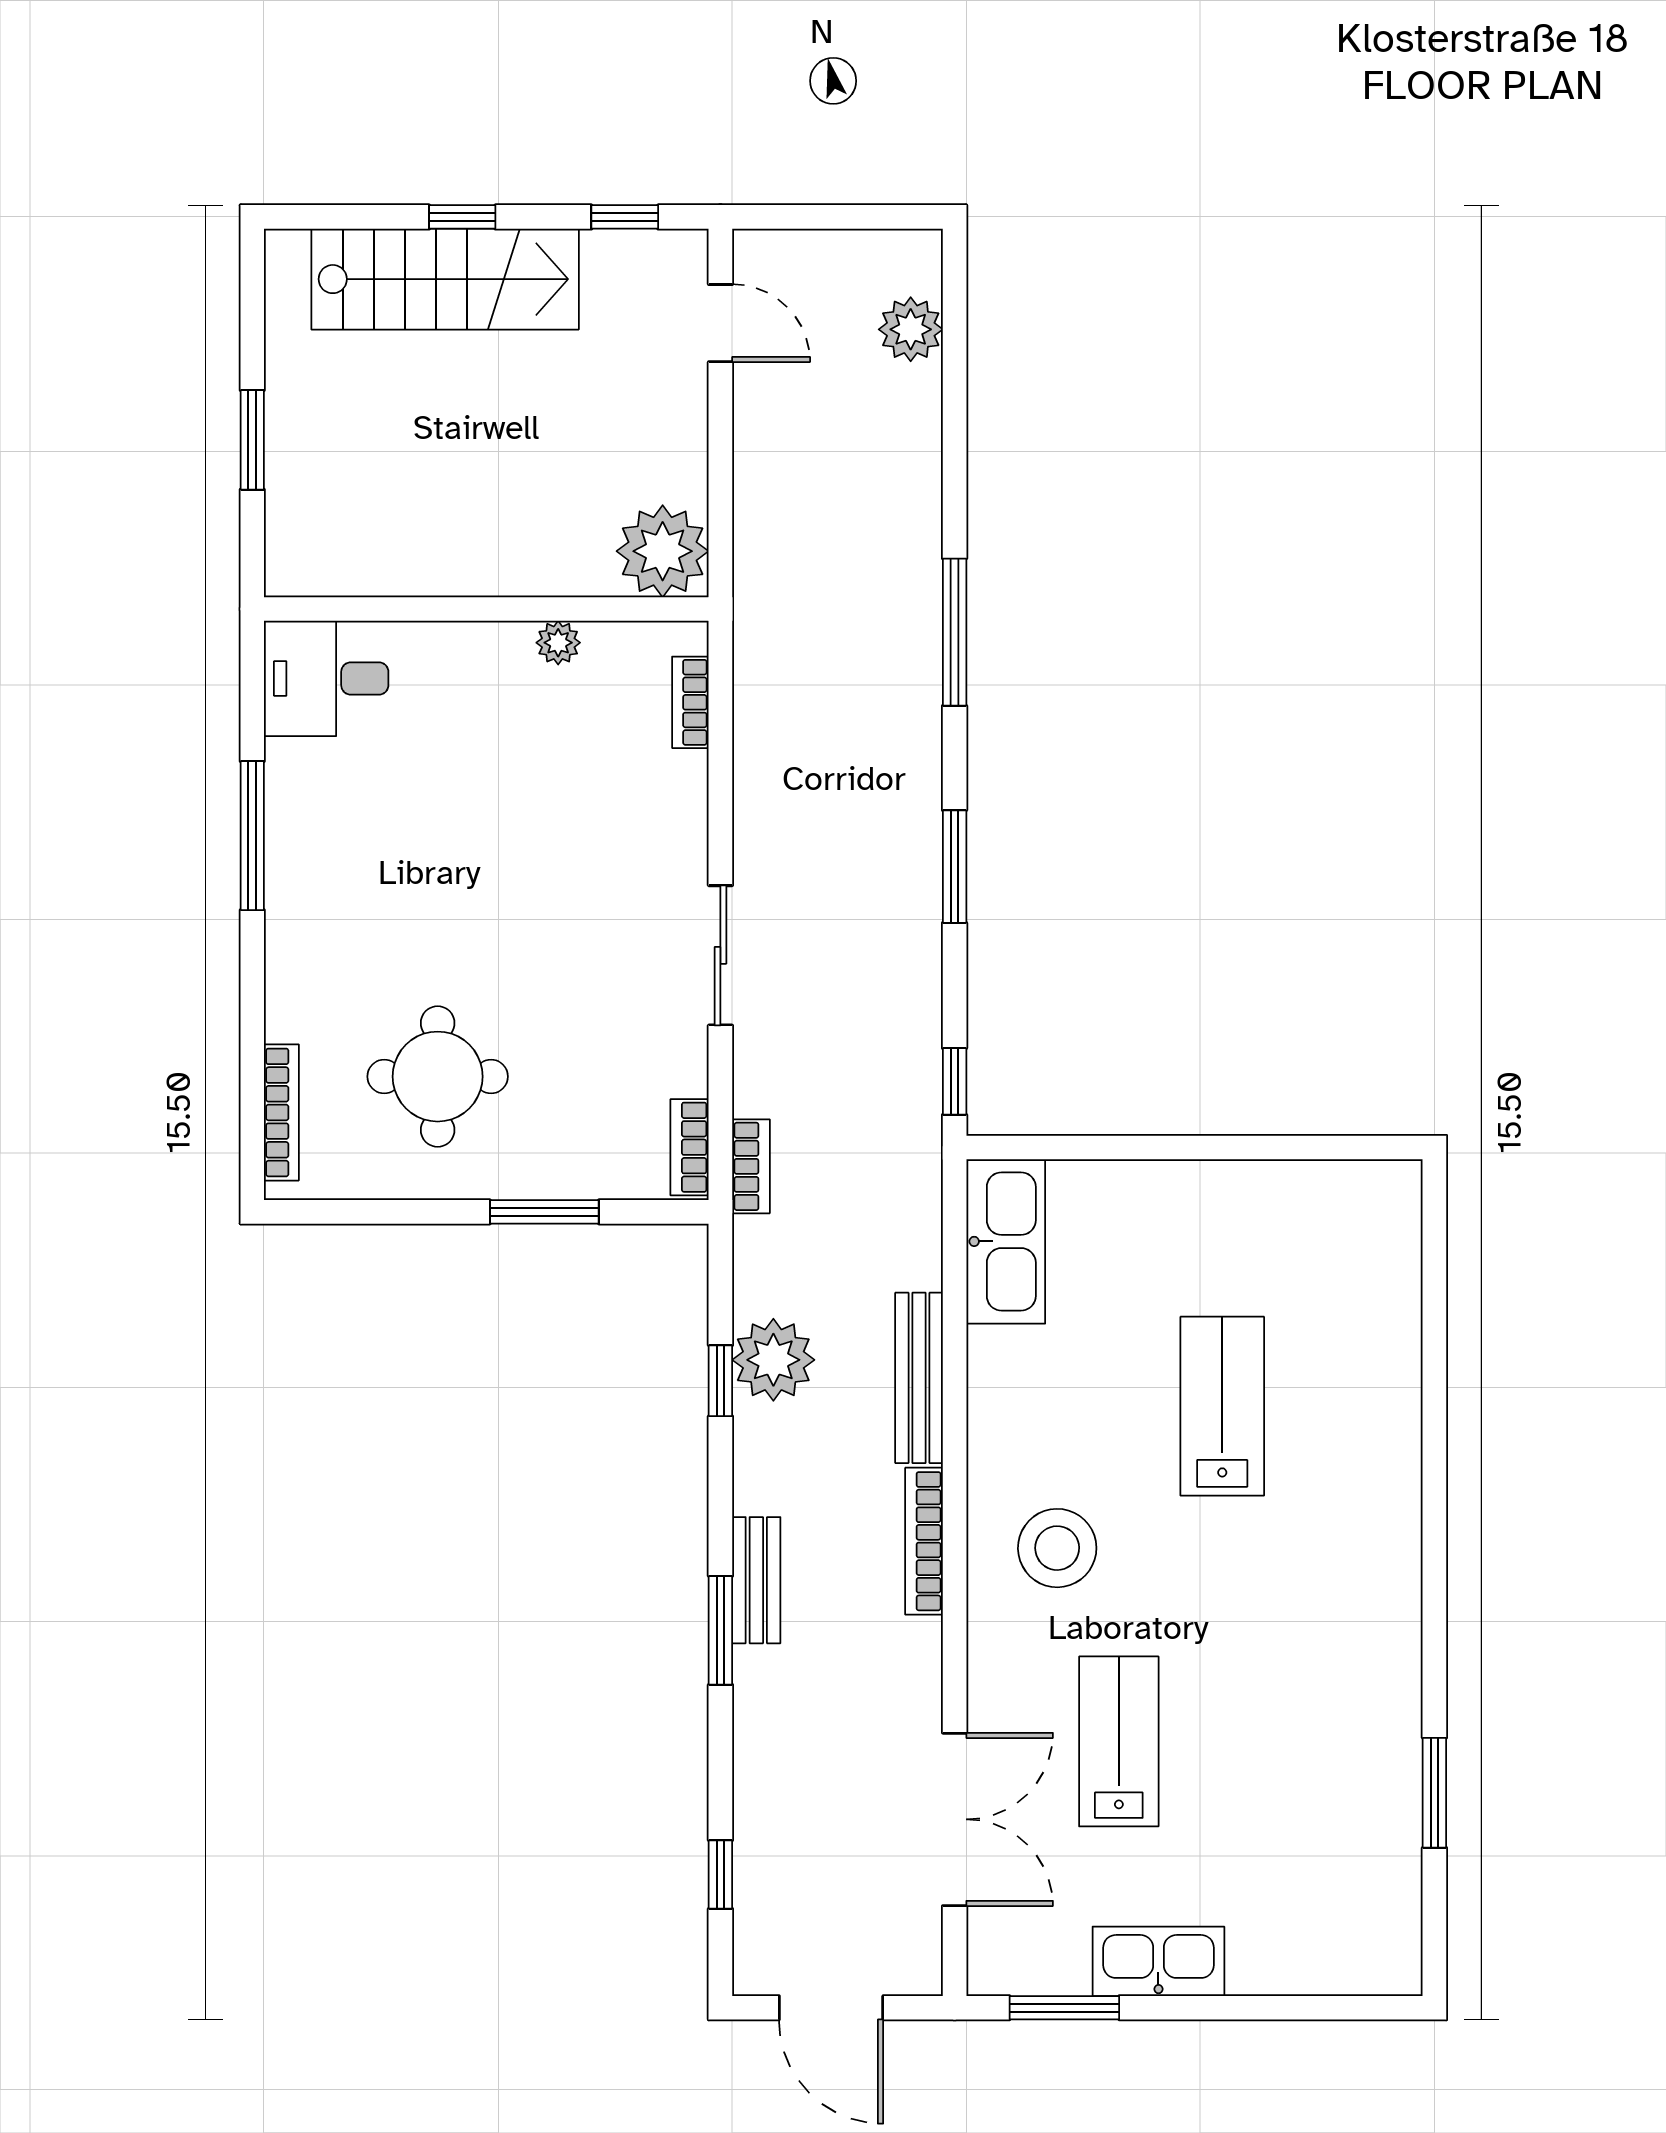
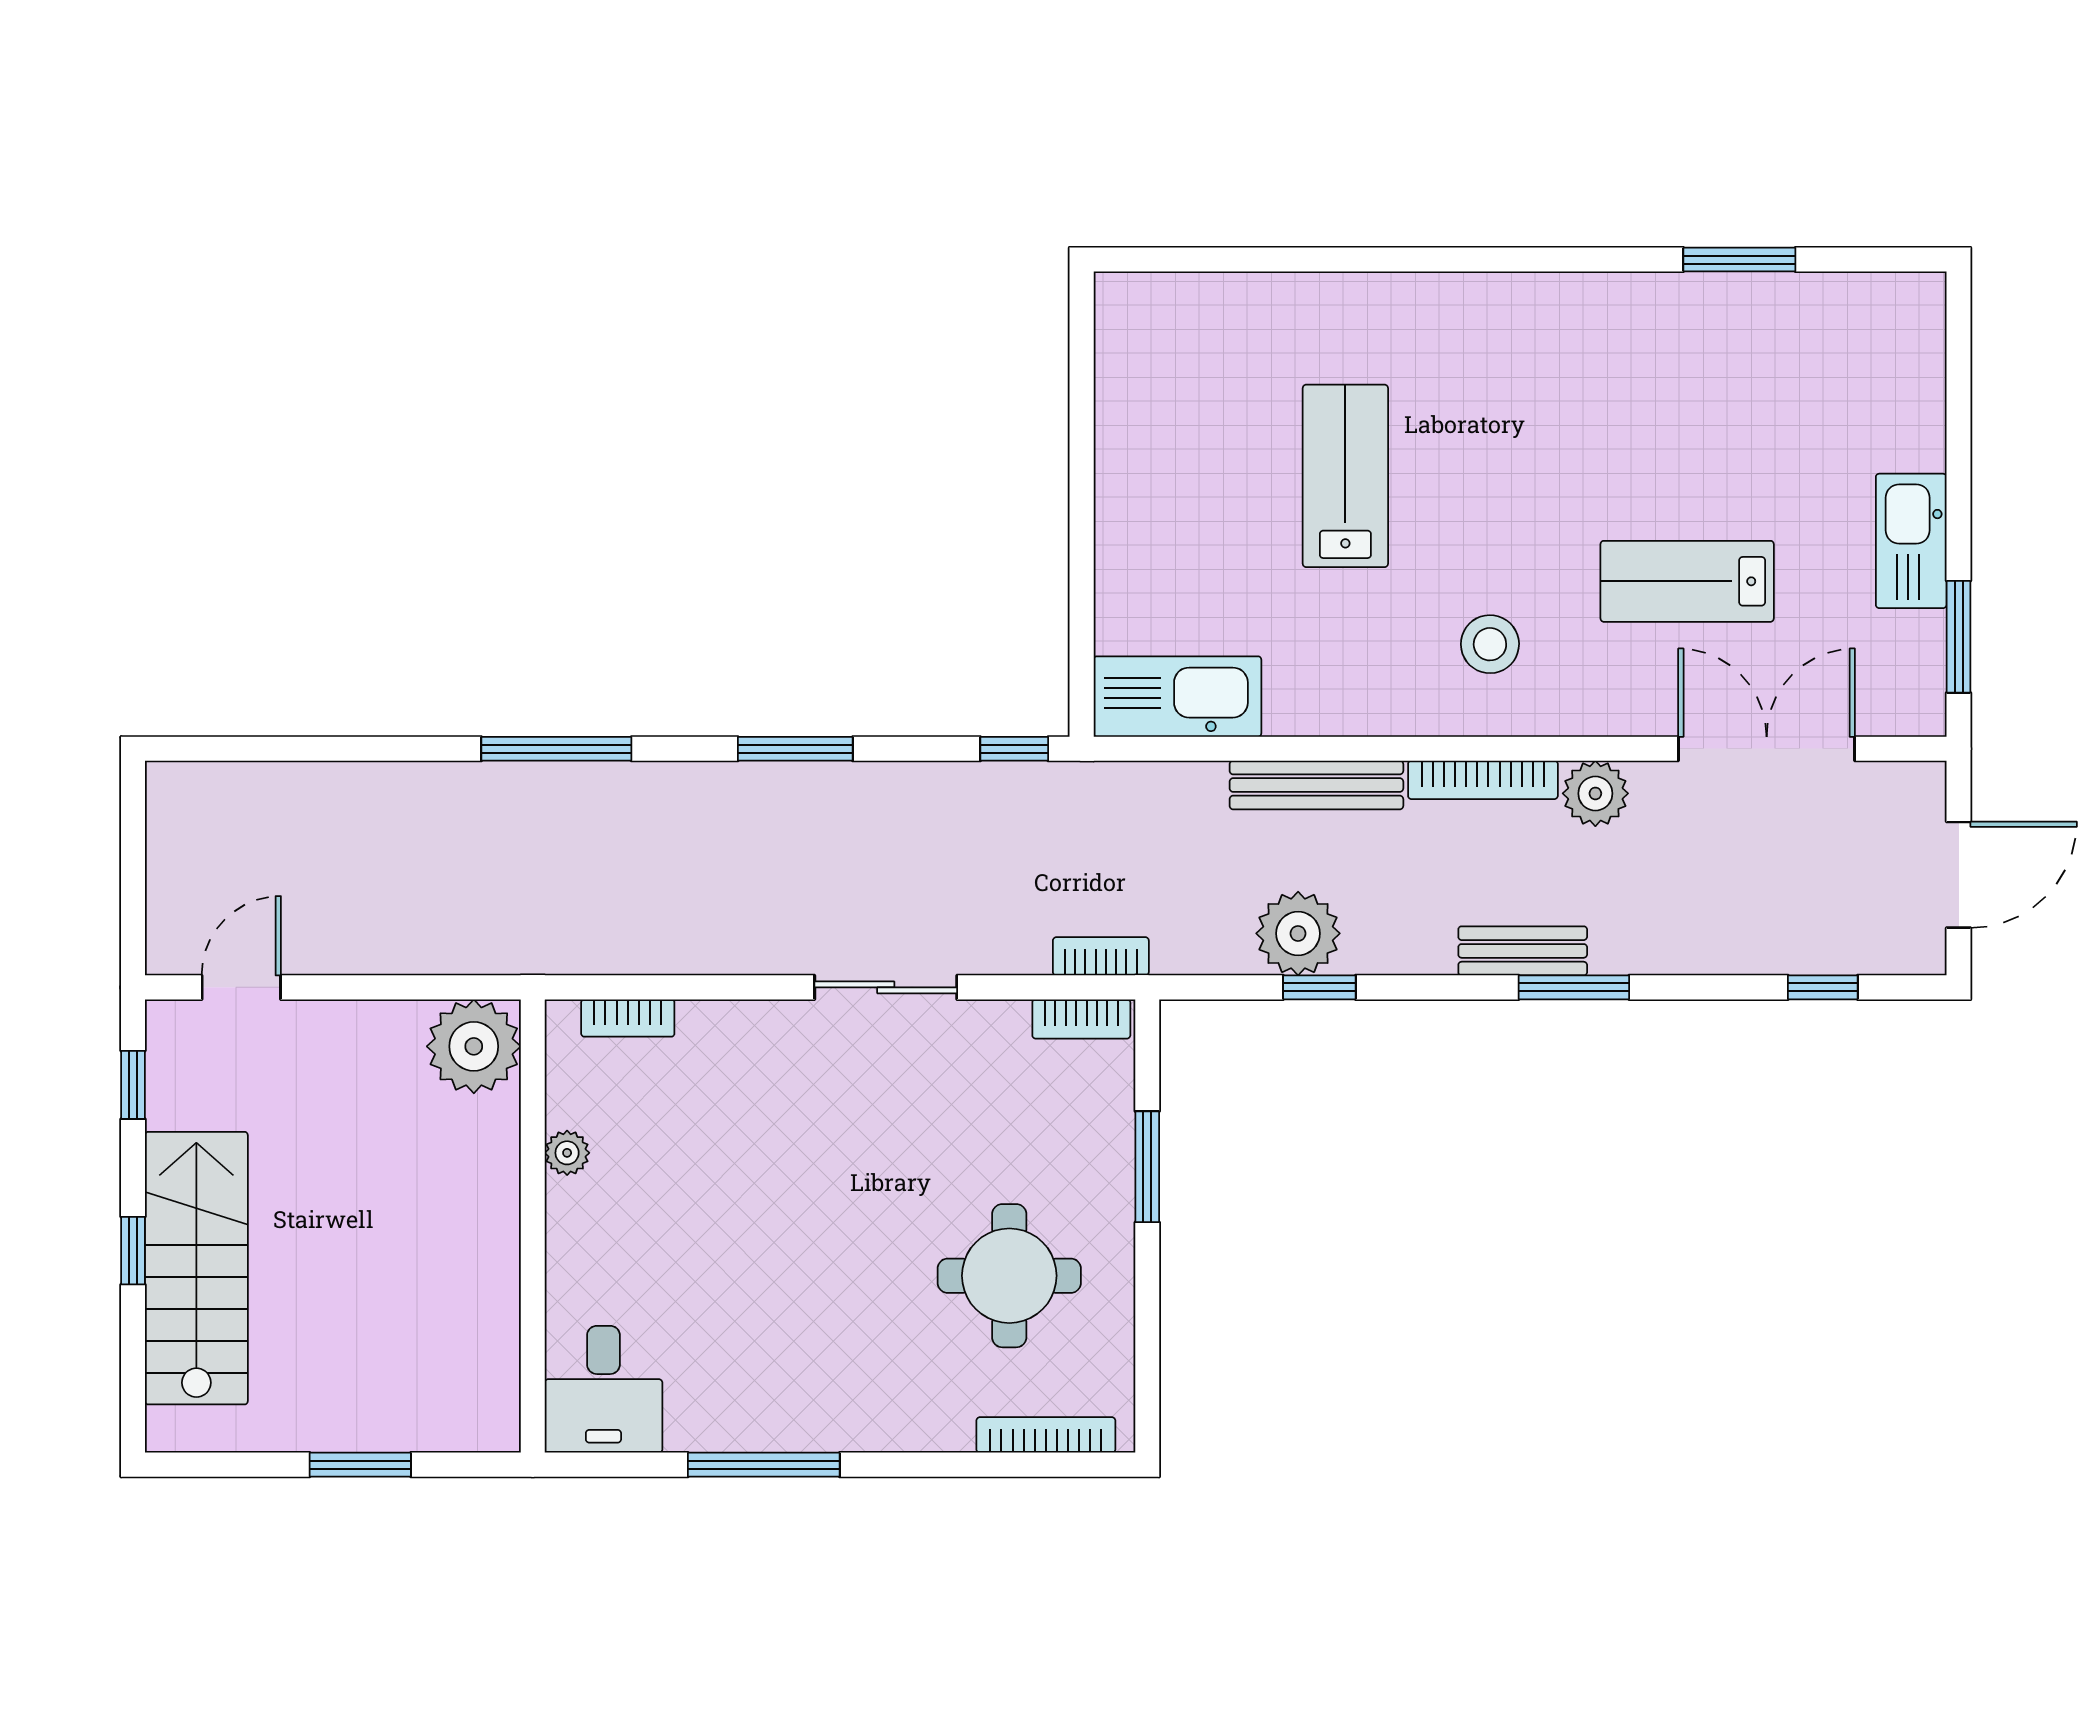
plant: (911, 329) -> (1595, 793), moved
lab bench: (1222, 1406) -> (1345, 476), turned 90
stool: (1057, 1548) -> (1490, 644), width x0.73, depth x0.73

